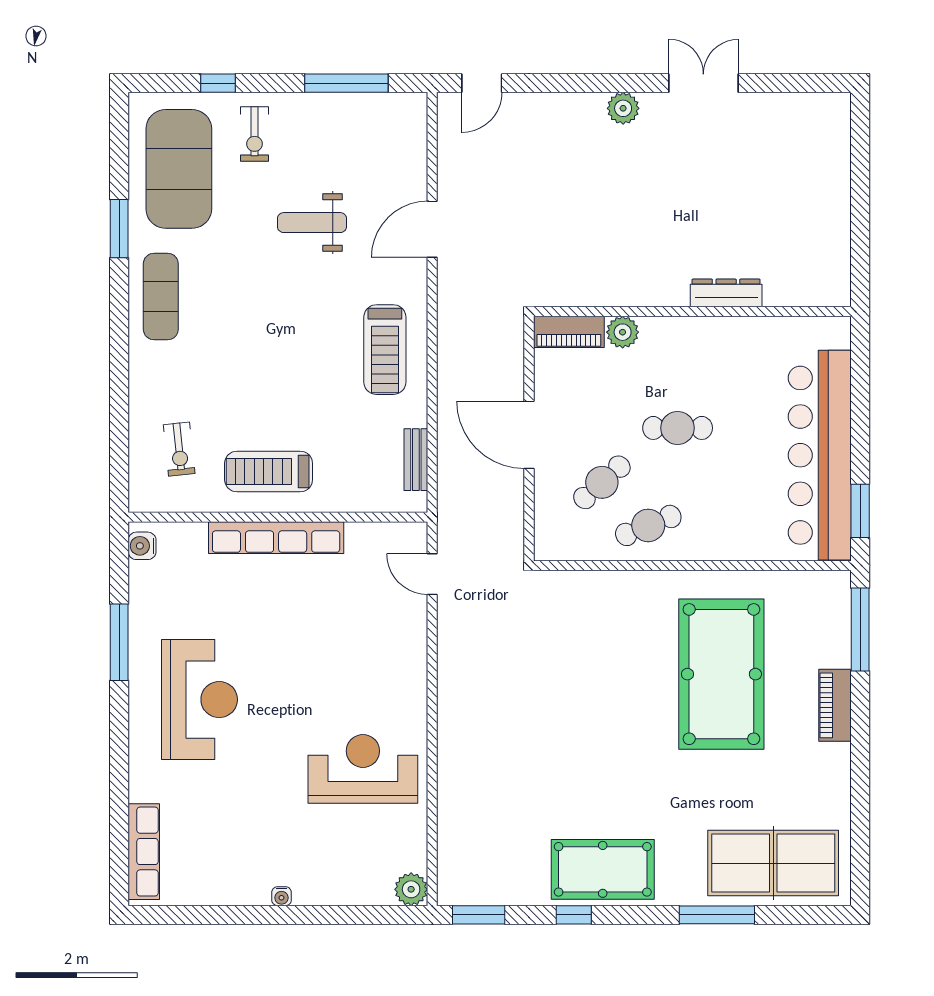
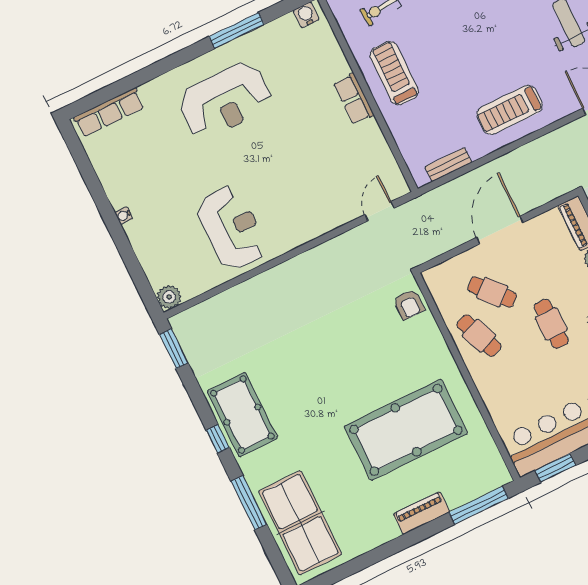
row of seats: (276, 538) -> (354, 99), width x0.50
armchair: (566, 594) -> (409, 304), added
window: (574, 915) -> (218, 439), moved

